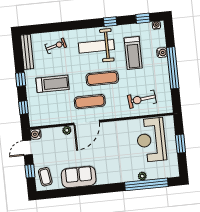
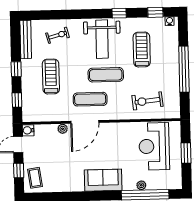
weight bench: (96, 46) -> (102, 39), turned -90
treadmill: (133, 53) -> (142, 50), turned 180
water cooler: (162, 53) -> (173, 52), removed
treadmill: (53, 84) -> (51, 77), turned -90
sofa: (79, 177) -> (103, 180), moved

